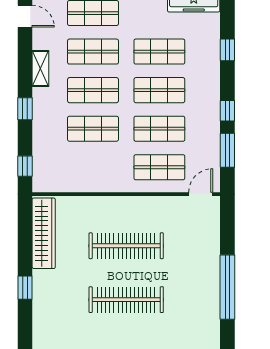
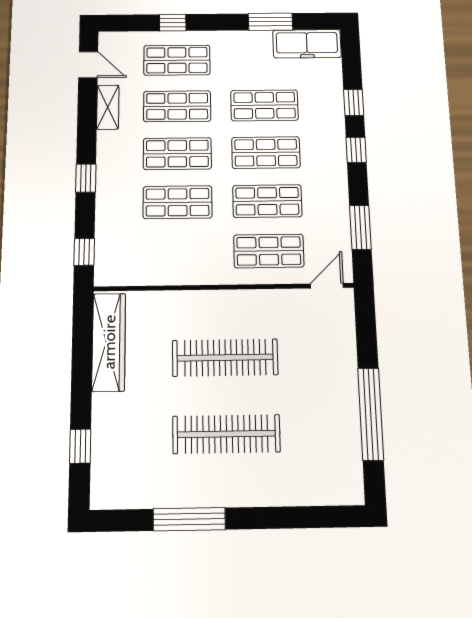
shelving: (40, 69) -> (108, 107), moved
window: (227, 111) -> (356, 150), moved
window: (25, 288) -> (80, 446), moved

